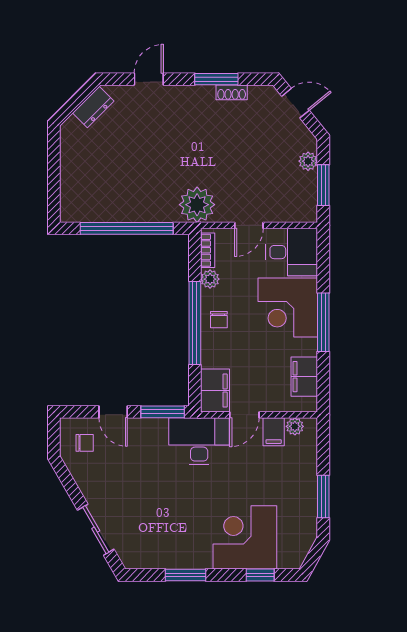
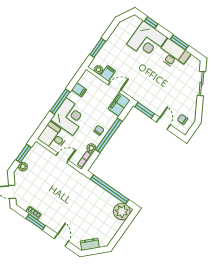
door: (149, 79) -> (61, 240), swing flipped
plant: (197, 205) -> (122, 211), moved
filing cabinet: (304, 377) -> (79, 90), width x0.50
desk: (199, 441) -> (173, 55), moved, turned 180
window: (323, 496) -> (98, 48), moved

